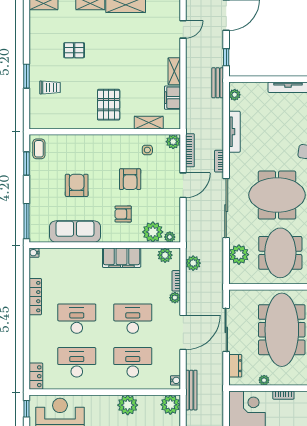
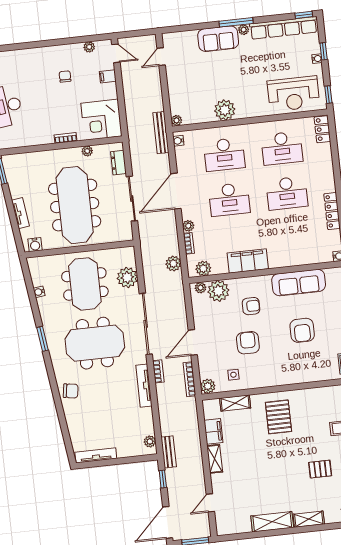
tv unit: (234, 132) -> (144, 386), moved
plant: (170, 405) -> (176, 120), width x0.53, depth x0.53

